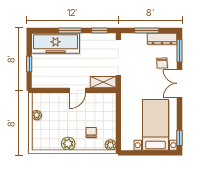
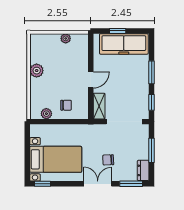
dresser: (162, 39) -> (143, 170), width x0.70
freezer: (56, 43) -> (124, 44), moved, turned -90
chair: (162, 63) -> (108, 160), moved
door: (77, 90) -> (91, 80), swing flipped
chair: (91, 133) -> (66, 105), moved
plant: (111, 145) -> (46, 114), moved

